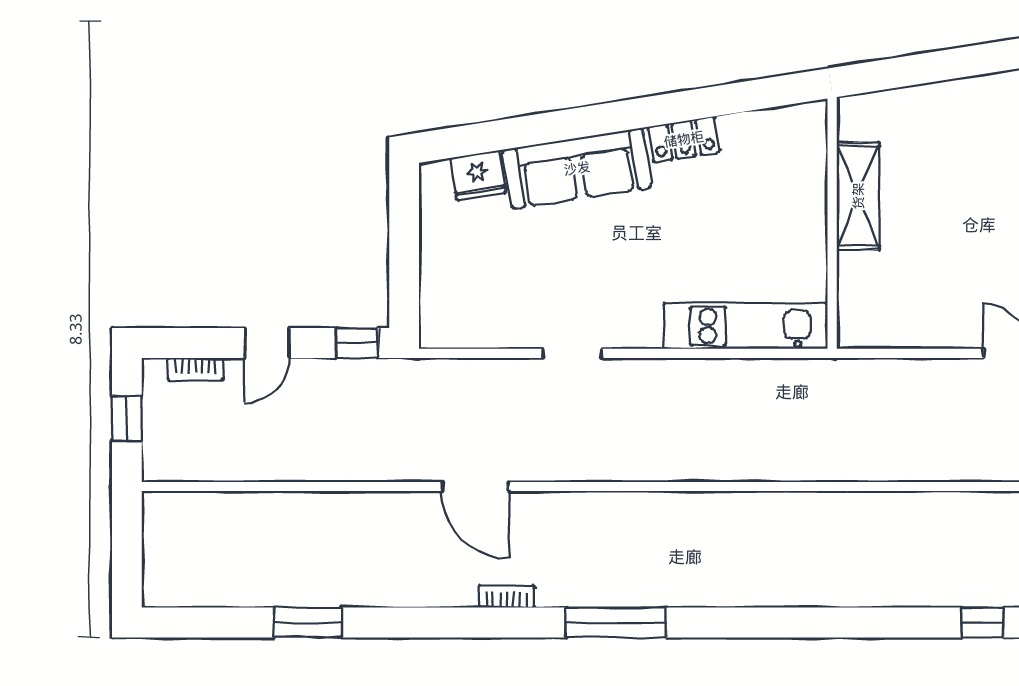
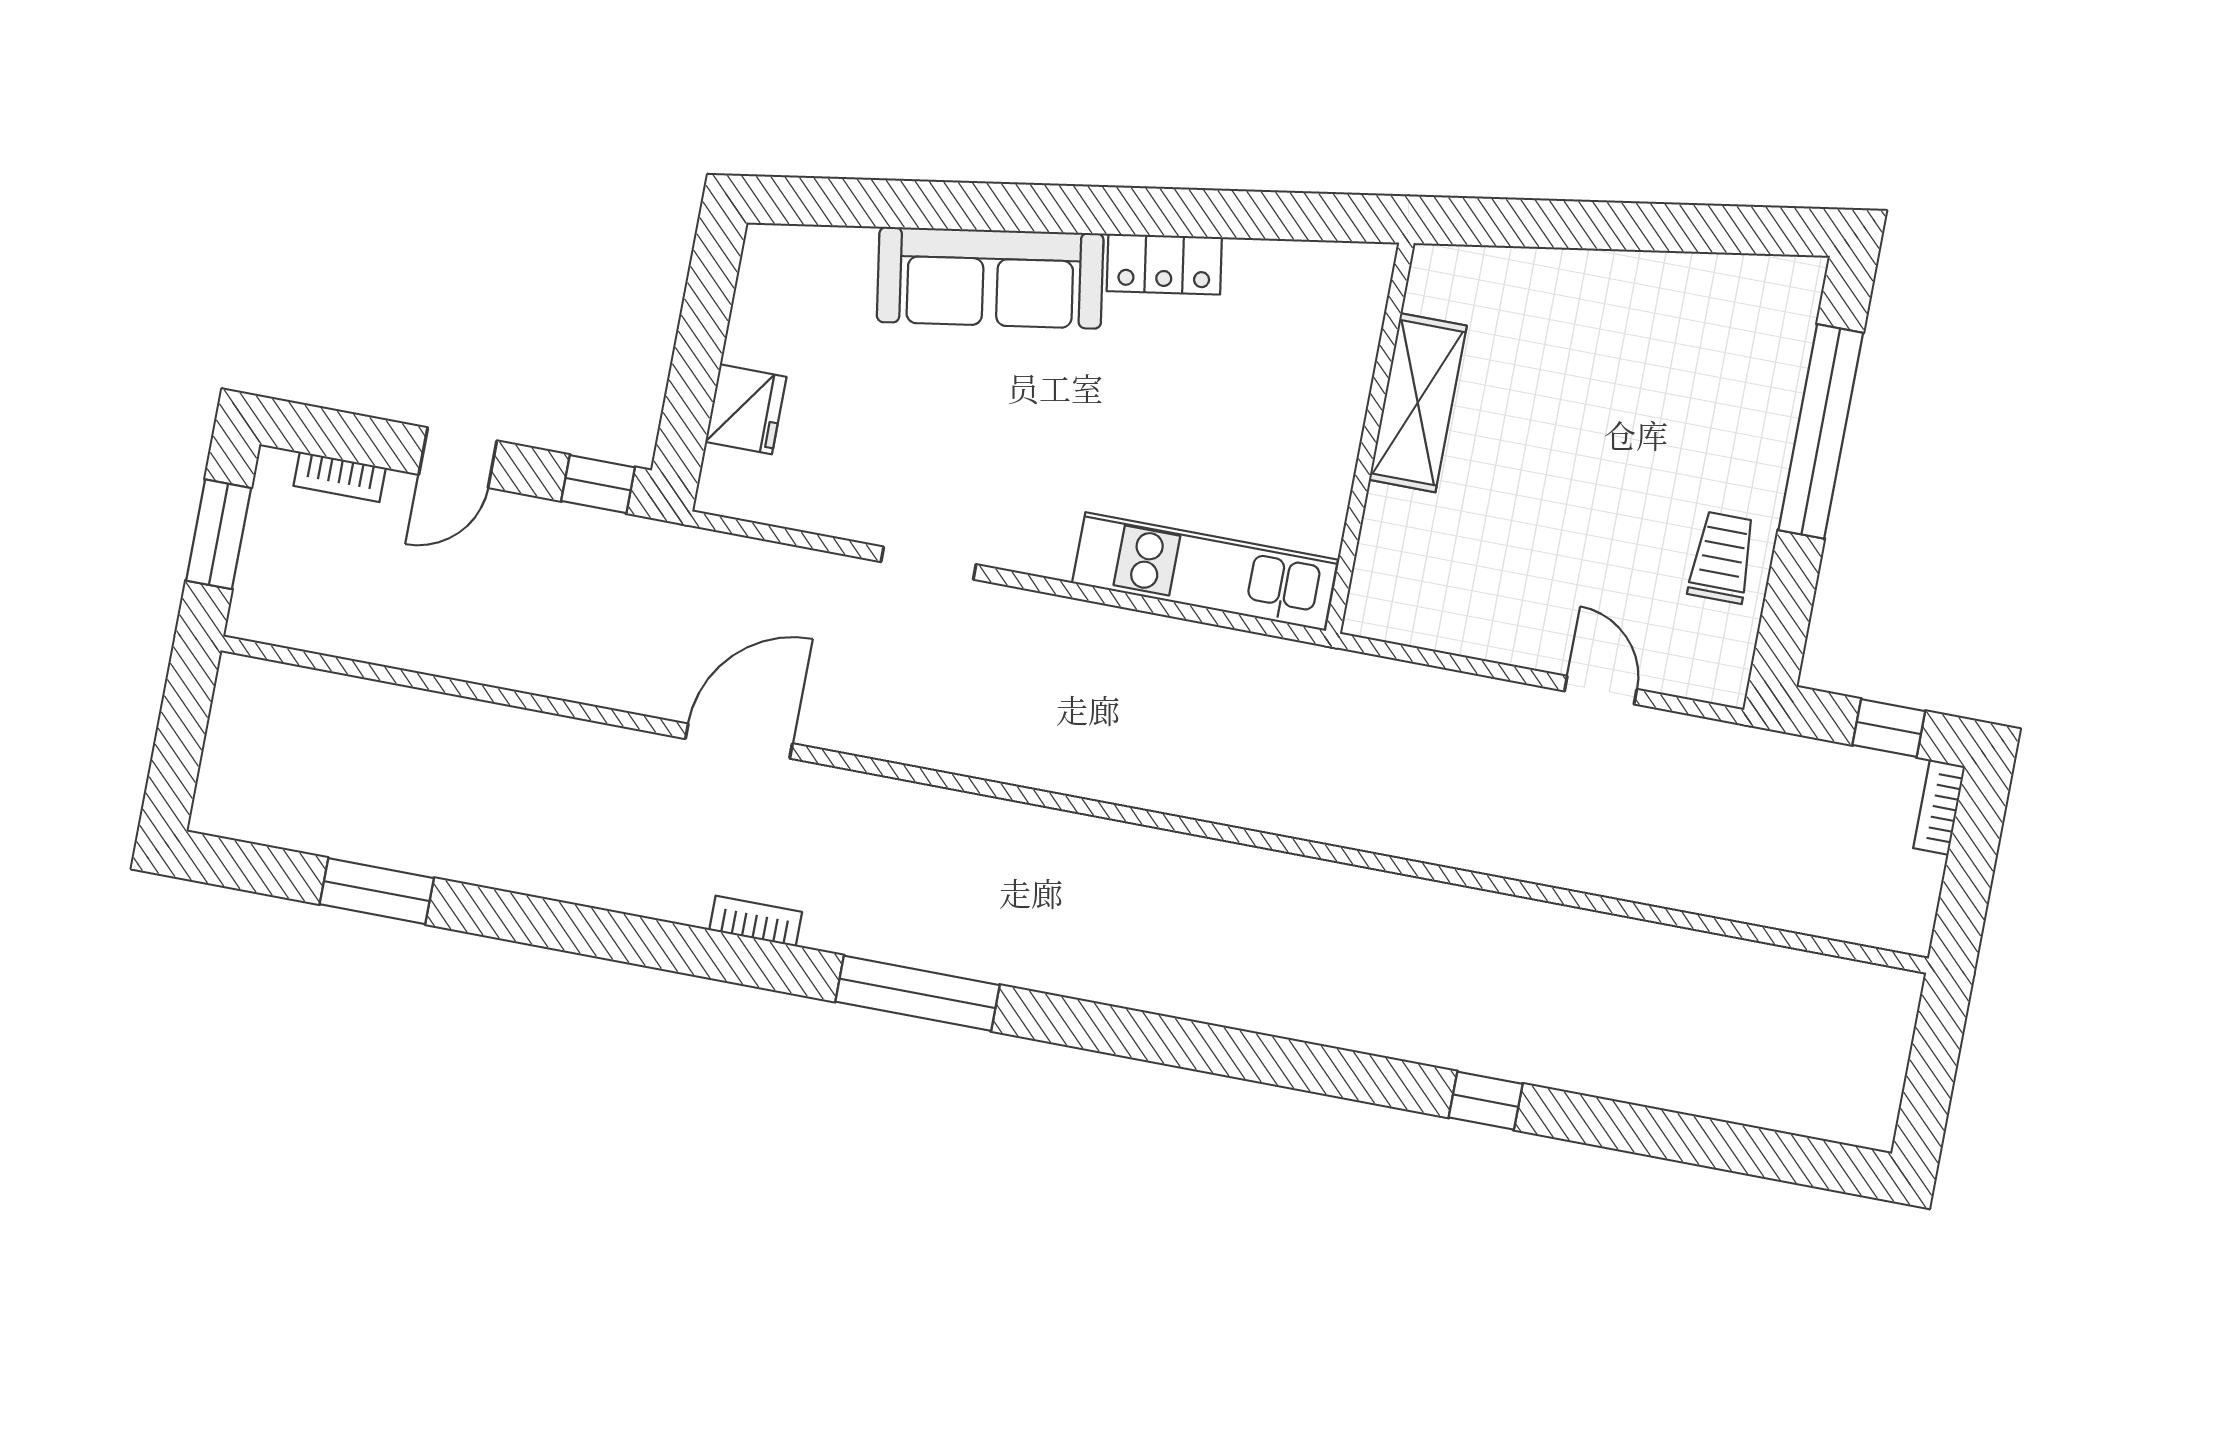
fridge: (478, 175) -> (746, 409), moved, turned -81
window: (127, 419) -> (219, 534), width x1.50
door: (475, 486) -> (739, 741), swing flipped
window: (308, 622) -> (377, 891), moved

